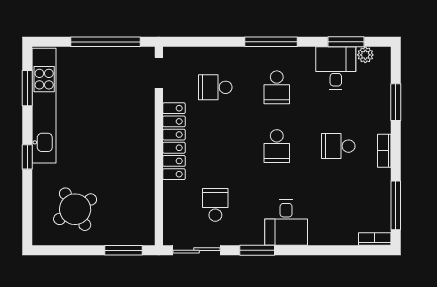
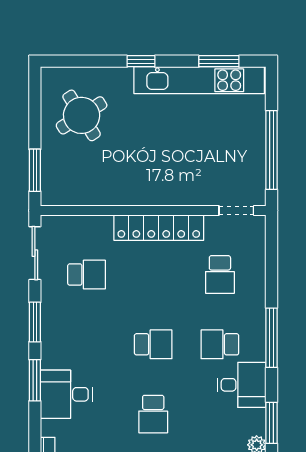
desk: (336, 68) -> (242, 385), moved
school desk: (215, 87) -> (220, 275), turned 180
school desk: (277, 146) -> (153, 344), turned 180
school desk: (338, 146) -> (153, 414), turned 180
desk: (286, 223) -> (66, 394), moved
window: (309, 250) -> (35, 380), added

